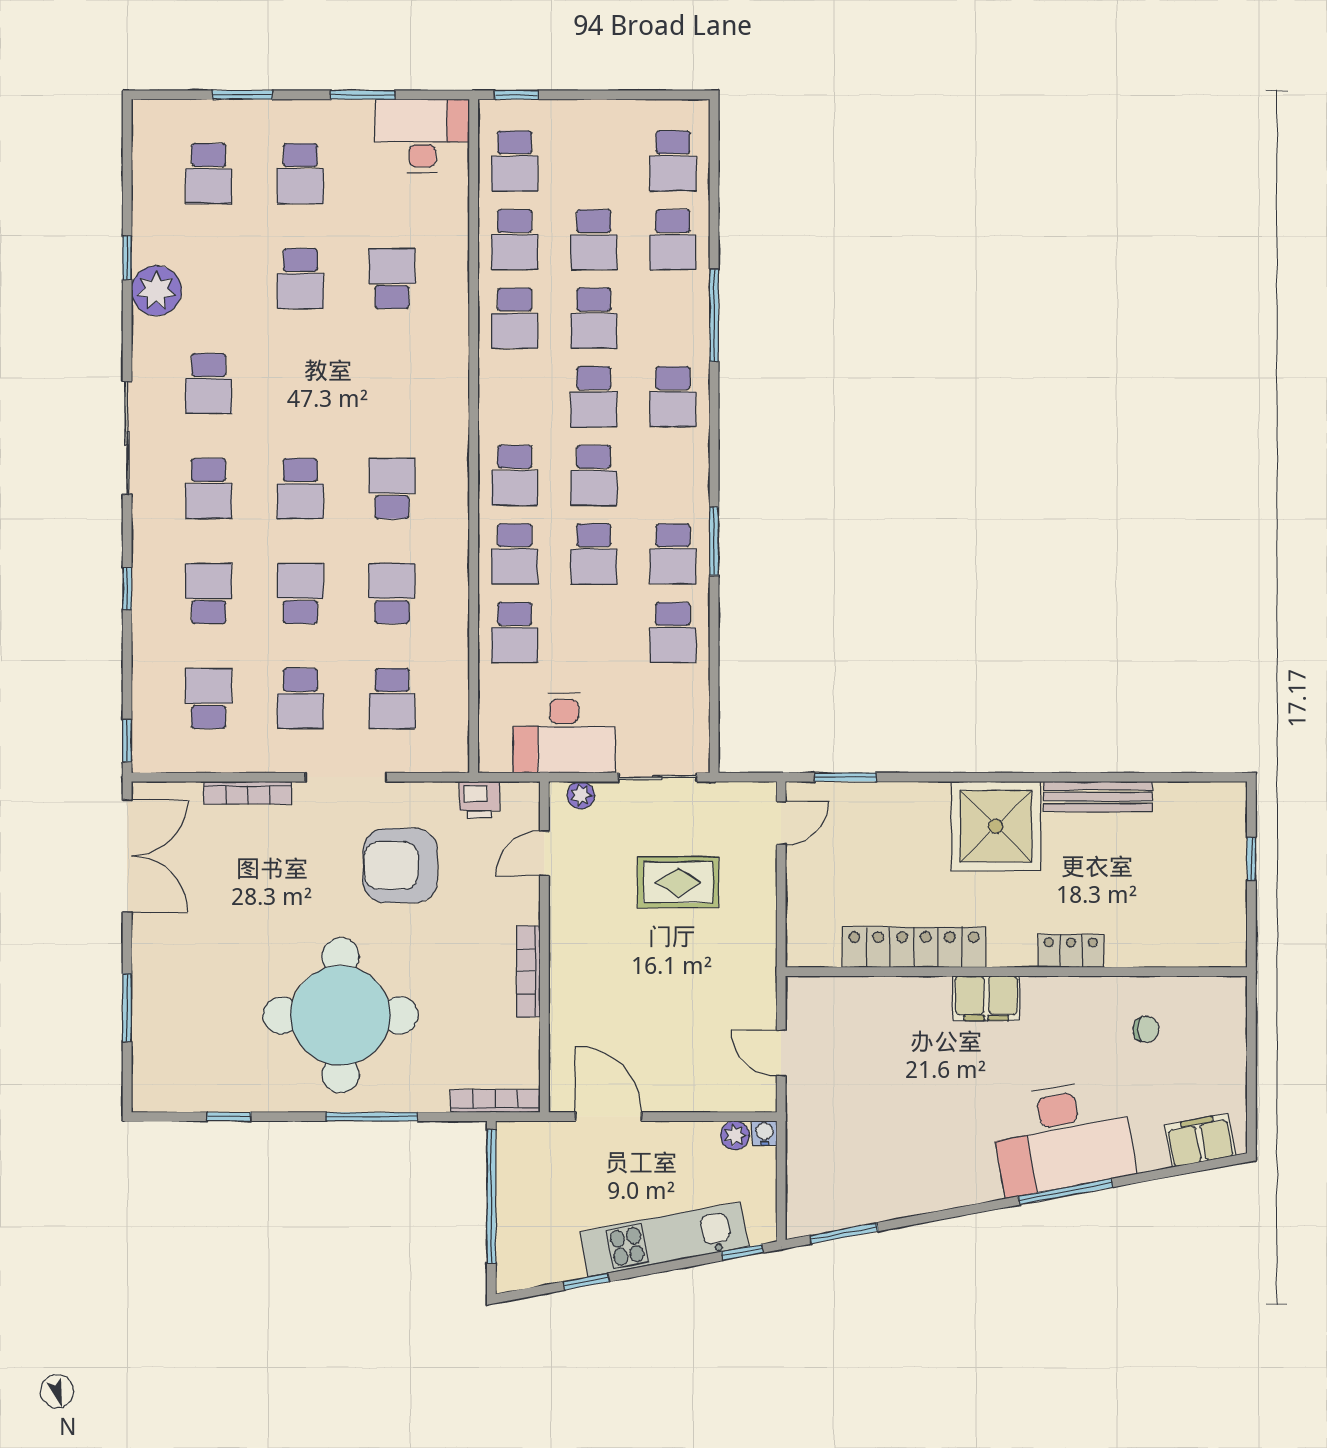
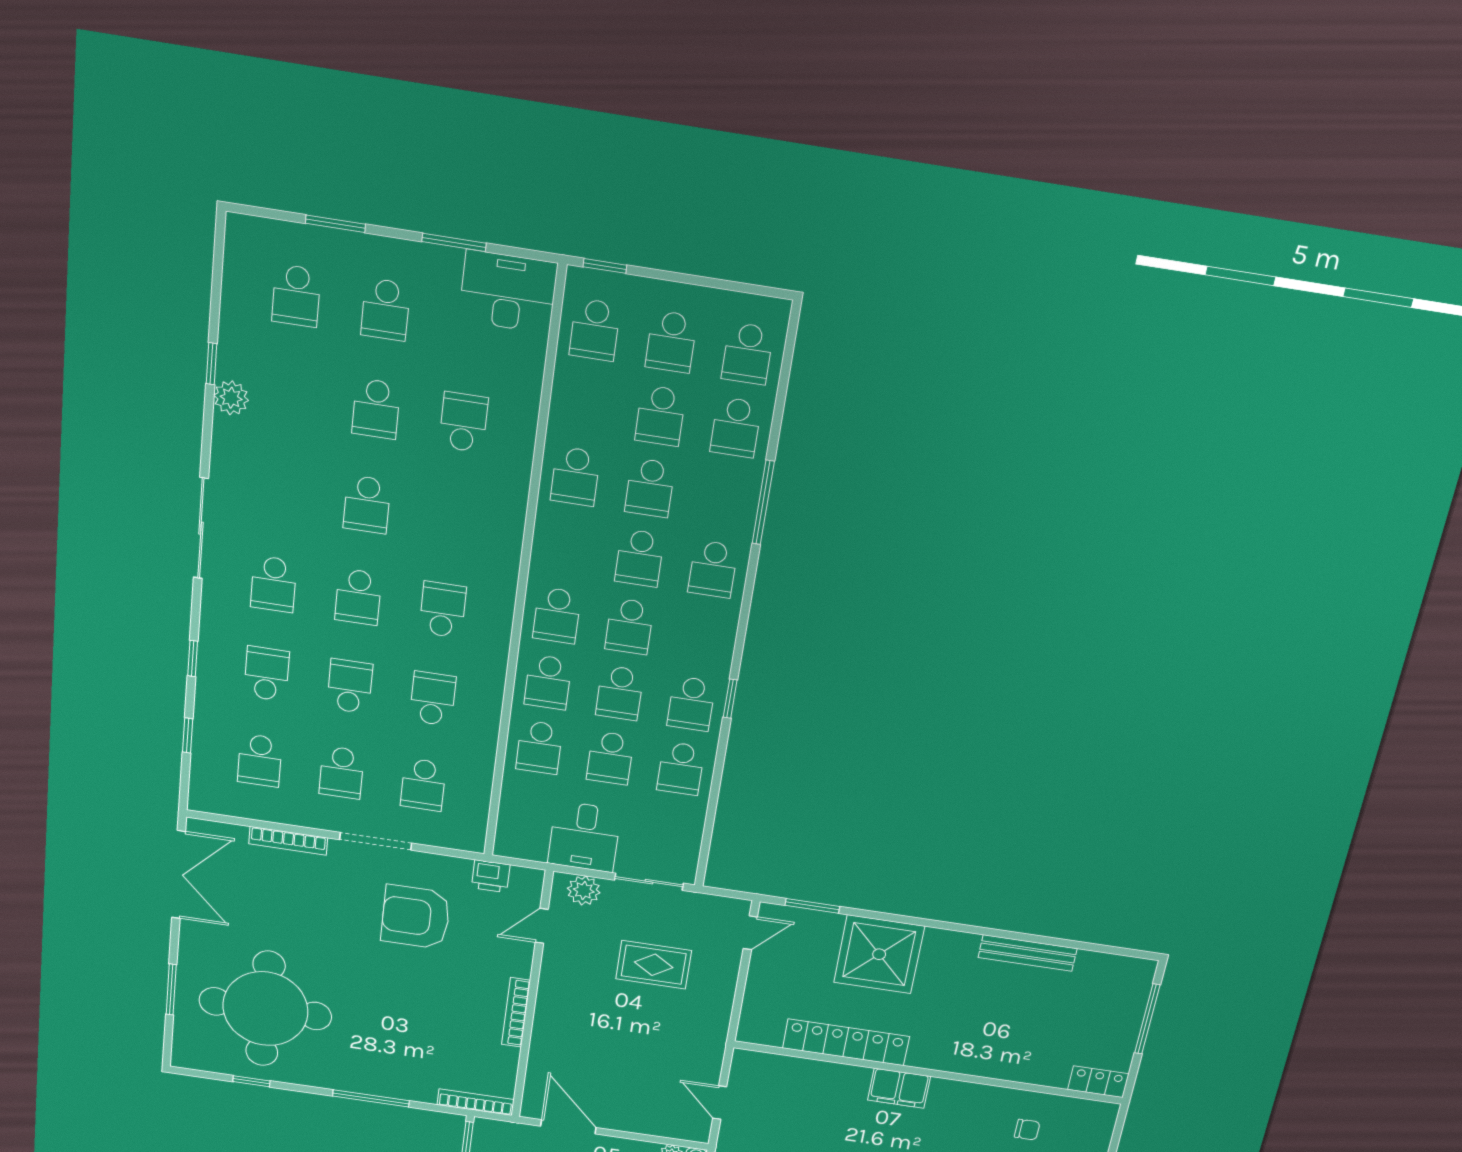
school desk: (515, 240) -> (671, 342), moved
plant: (156, 291) -> (231, 398), width x0.73, depth x0.73
school desk: (209, 384) -> (367, 504), moved
window: (714, 541) -> (730, 699), width x0.67
school desk: (594, 632) -> (610, 758), added
school desk: (209, 698) -> (260, 760), turned 180
desk: (564, 733) -> (584, 837), width x0.73
window: (127, 741) -> (188, 735), moved
plant: (581, 795) -> (584, 890), width x1.38, depth x1.38
shower: (996, 826) -> (879, 954), moved
window: (1251, 859) -> (1147, 1019), width x2.17
locker: (1071, 951) -> (1098, 1082), moved
round table: (340, 1015) -> (265, 1009), moved

